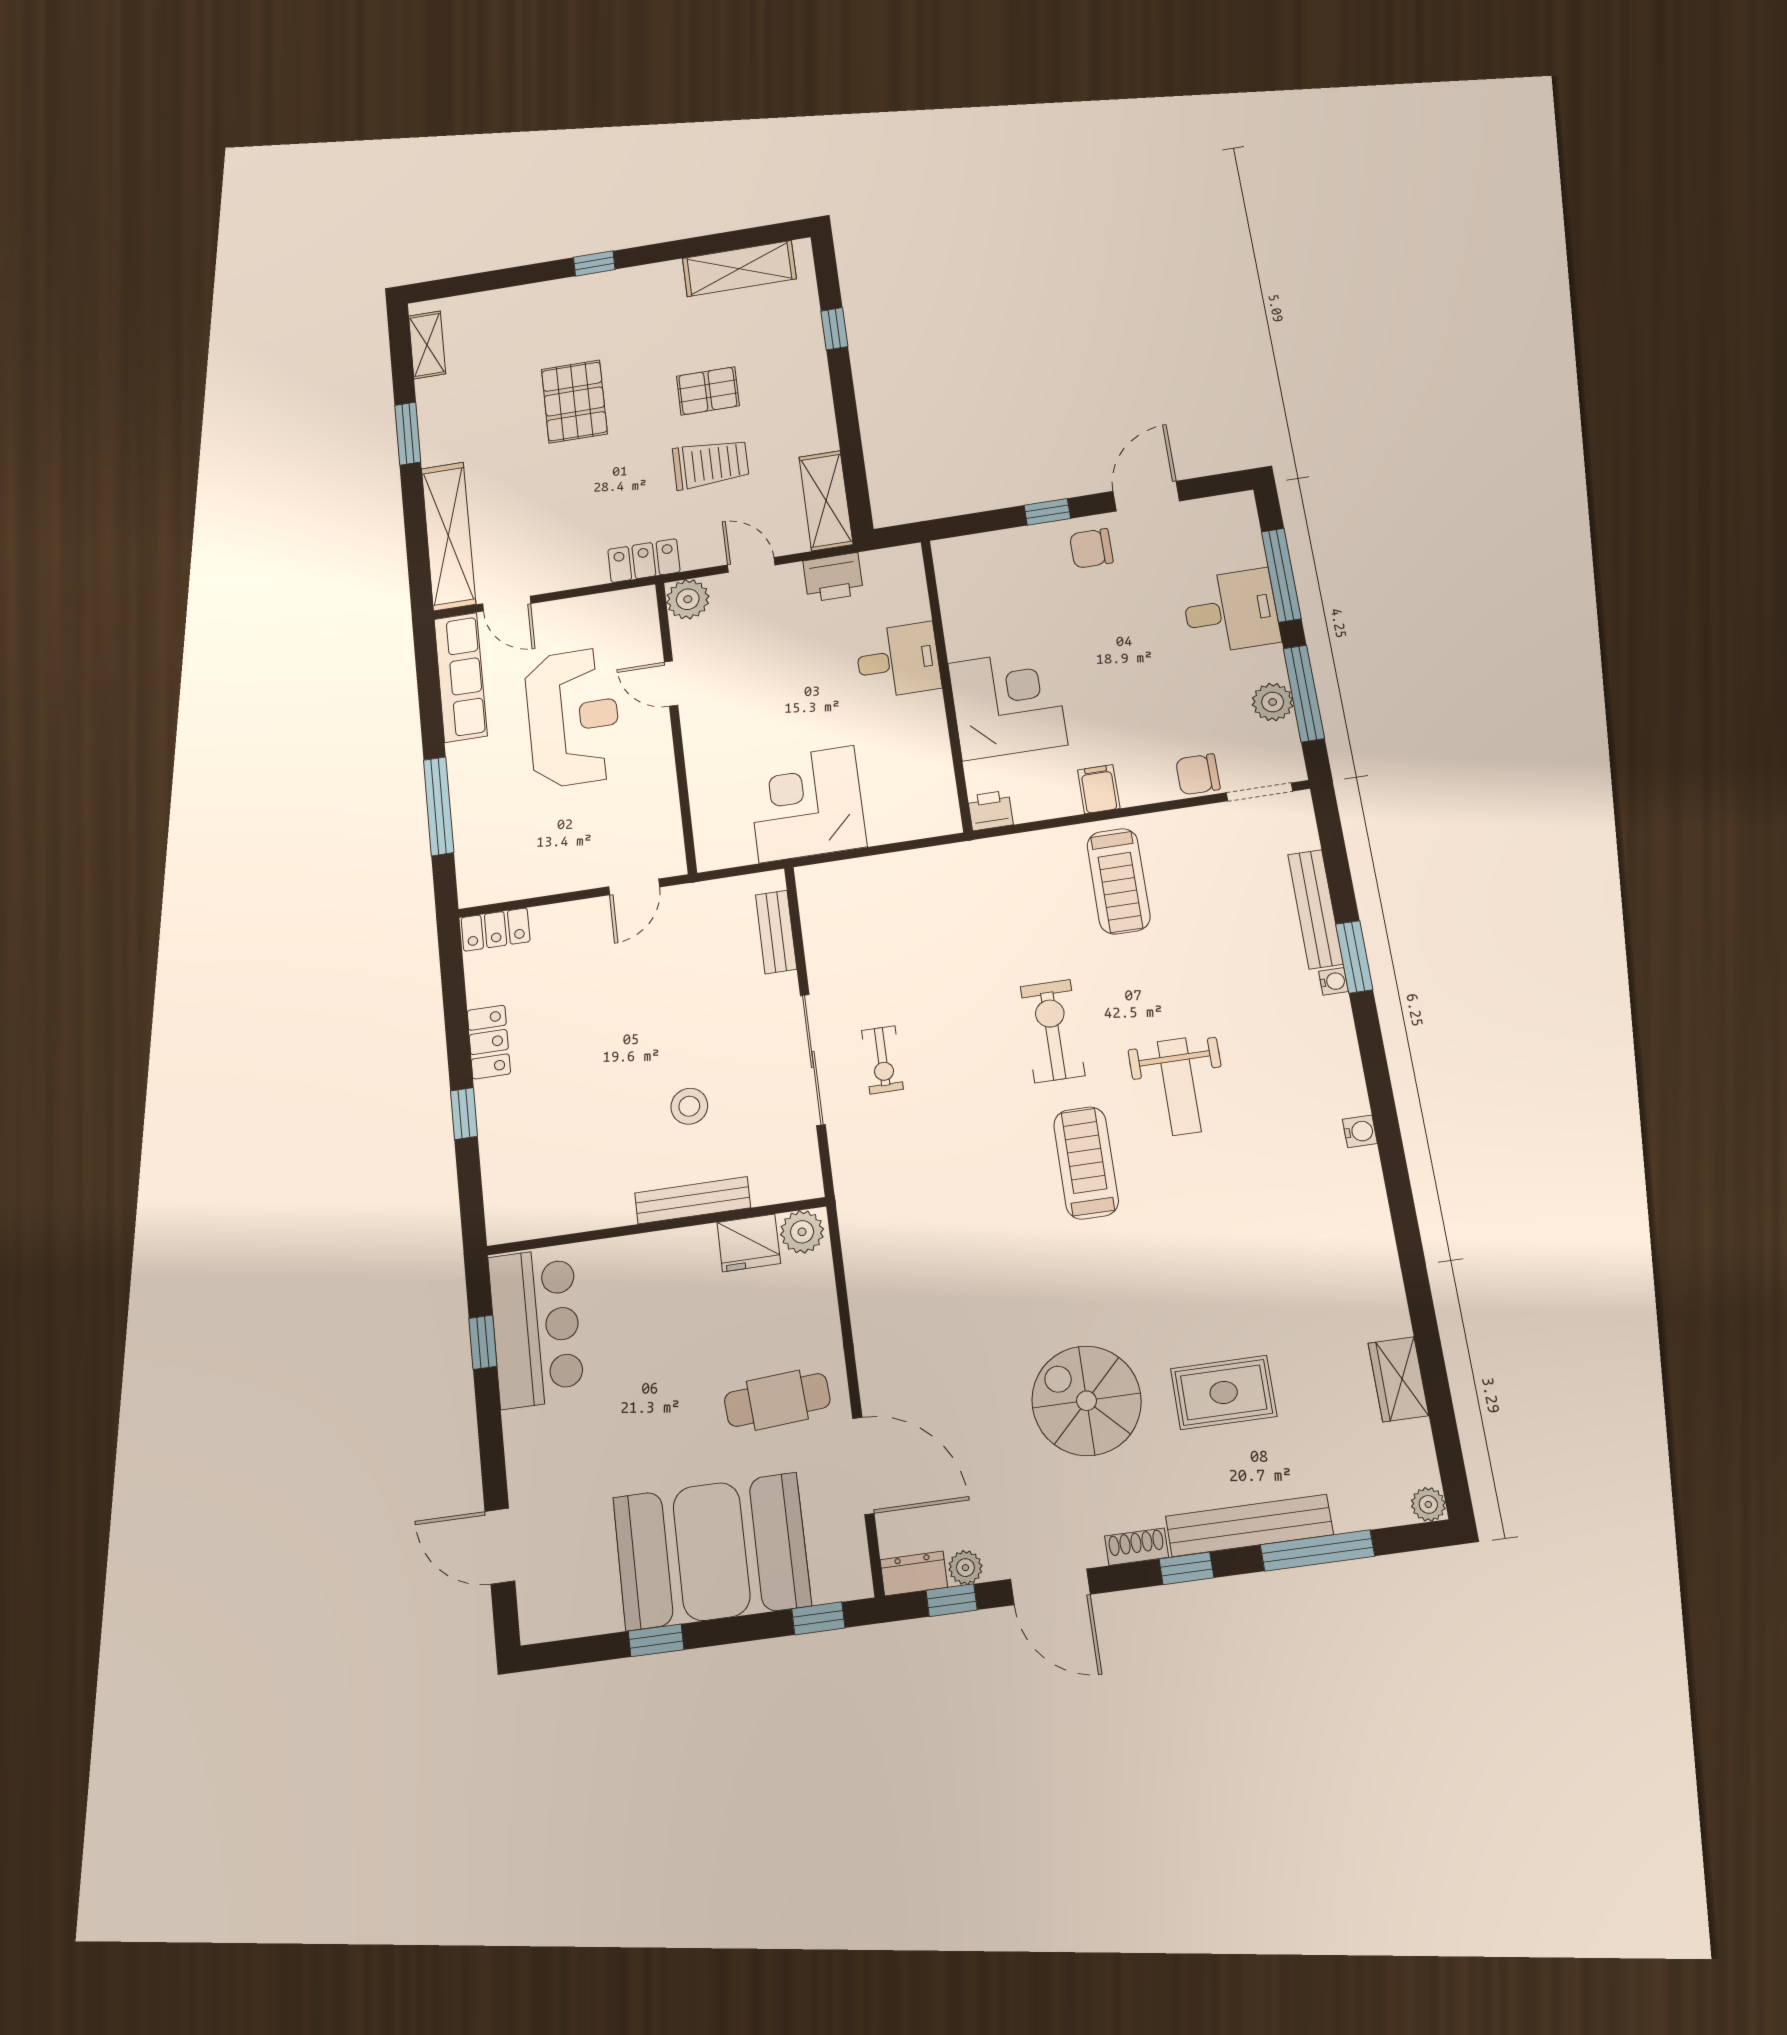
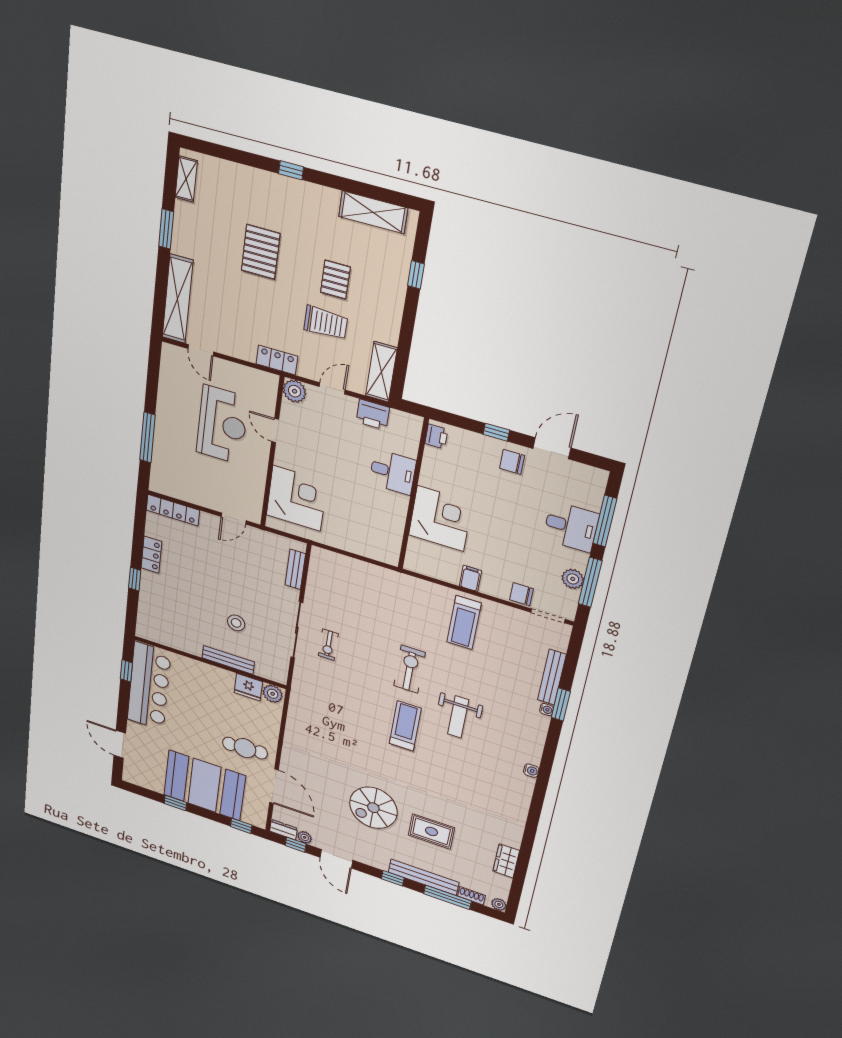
pallet: (708, 391) -> (335, 280), turned 90
door: (751, 565) -> (332, 388), hinge flipped
row of seats: (461, 677) -> (170, 378), removed
corner desk: (807, 804) -> (297, 498), moved, turned 90
printer: (990, 810) -> (436, 436), moved, turned 90
locker: (496, 930) -> (173, 510), width x1.53
bar counter: (536, 1327) -> (149, 686), width x1.36
spiral stairs: (1087, 1401) -> (373, 808), turned -90
shoe rack: (1137, 1547) -> (471, 896), moved

